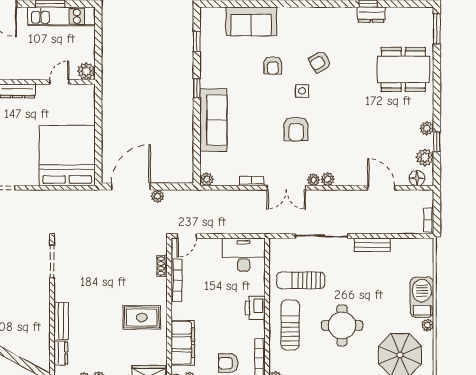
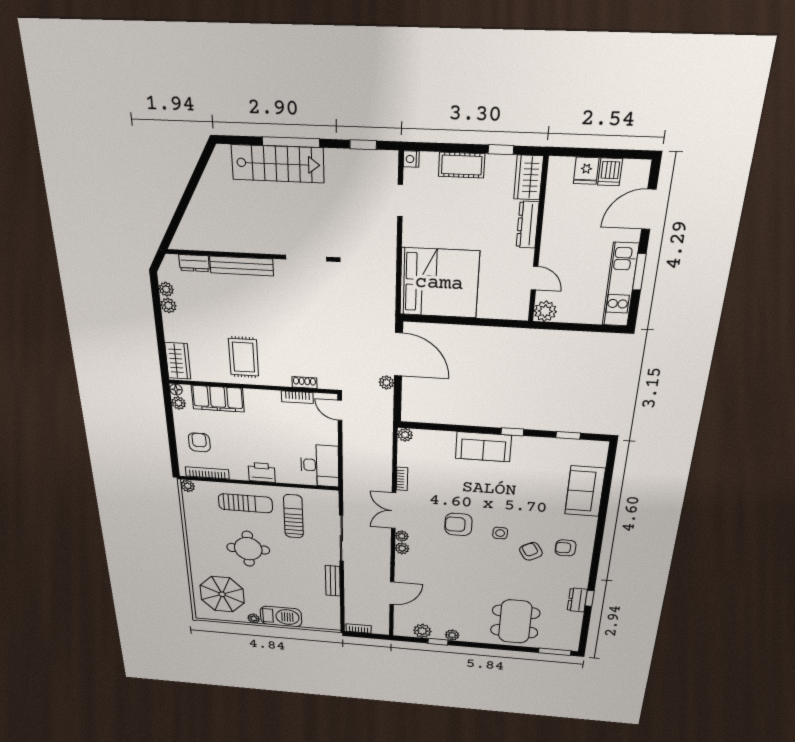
armchair: (273, 65) -> (566, 548), moved
sofa: (213, 120) -> (483, 447), width x0.73
floor lamp: (417, 178) -> (401, 623), removed
bookcase: (177, 280) -> (297, 397), width x0.64
bench: (61, 321) -> (242, 266), width x1.36

